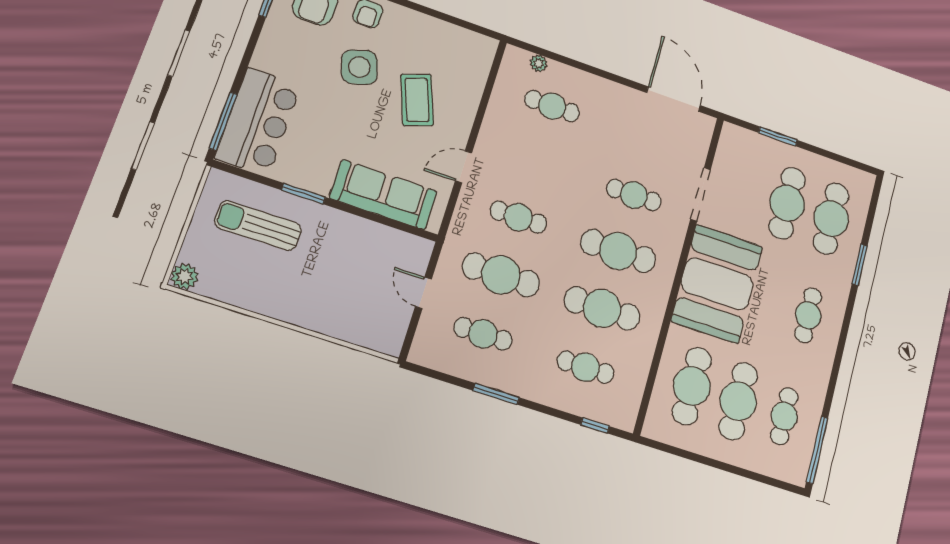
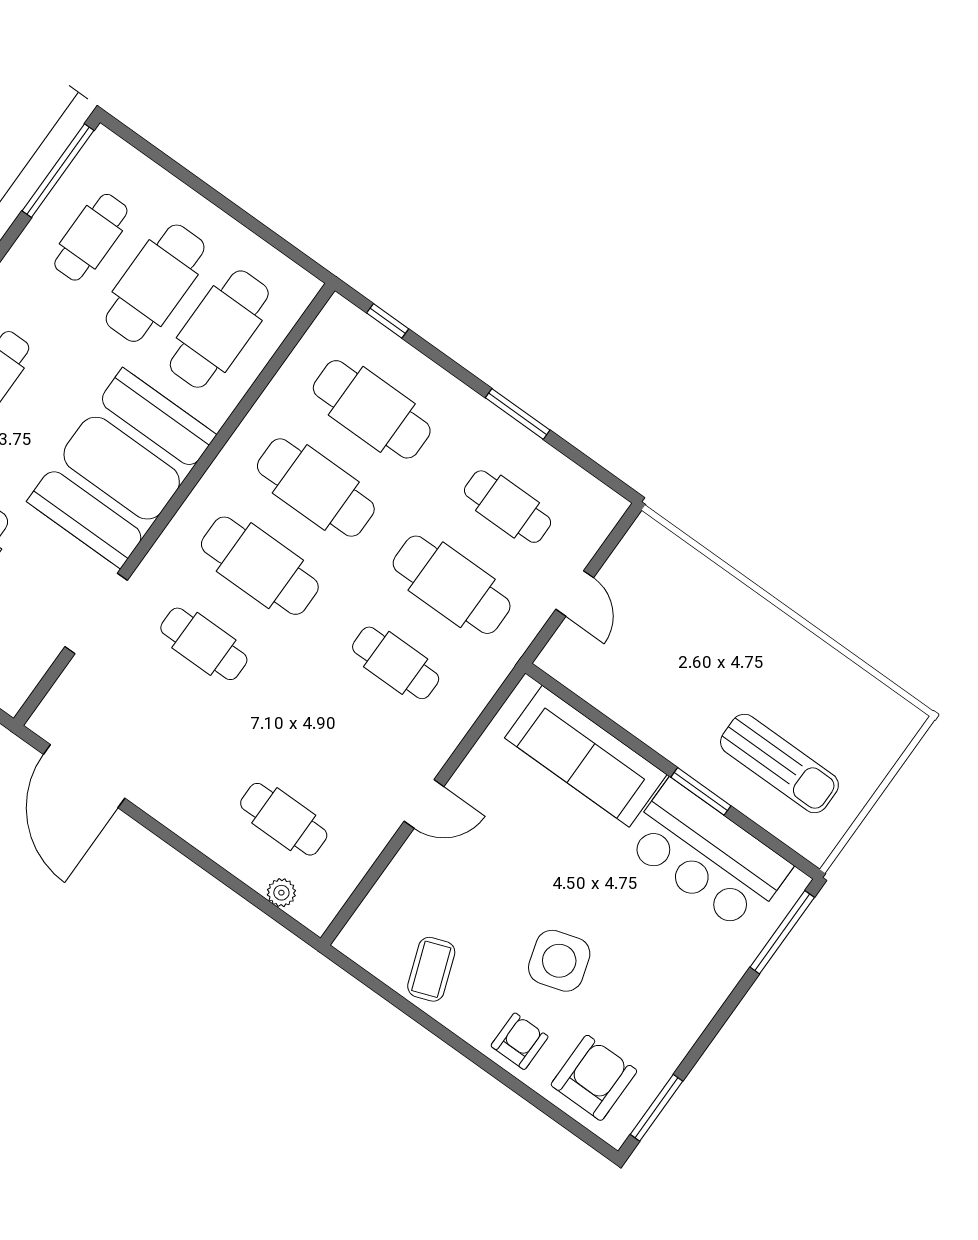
coffee table: (417, 100) -> (431, 969), moved, width x0.73, depth x0.77
bar counter: (258, 122) -> (707, 856), moved, turned -90
door: (464, 167) -> (424, 804), moved
plant: (185, 276) -> (902, 721), removed
cafe table: (586, 367) -> (372, 409), width x1.37, depth x1.35

